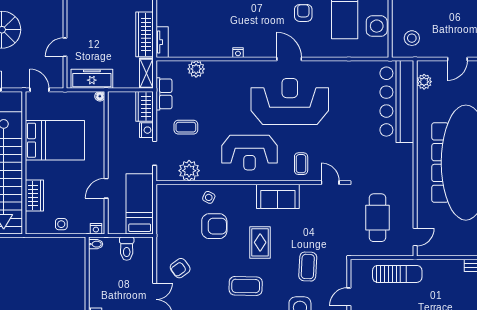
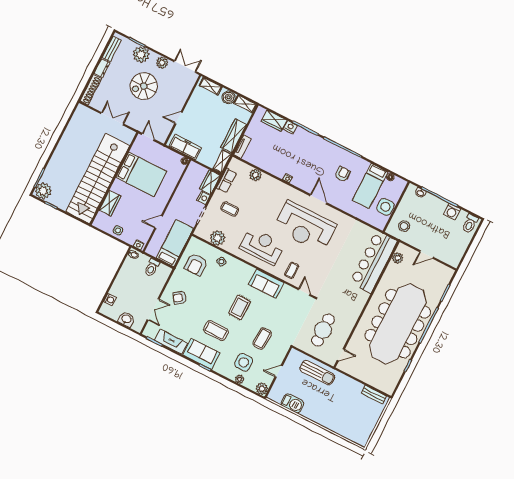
reception desk: (290, 101) -> (305, 227), turned 180
reception desk: (250, 153) -> (262, 246), turned 180
armchair: (214, 226) -> (196, 264), moved, turned 90

